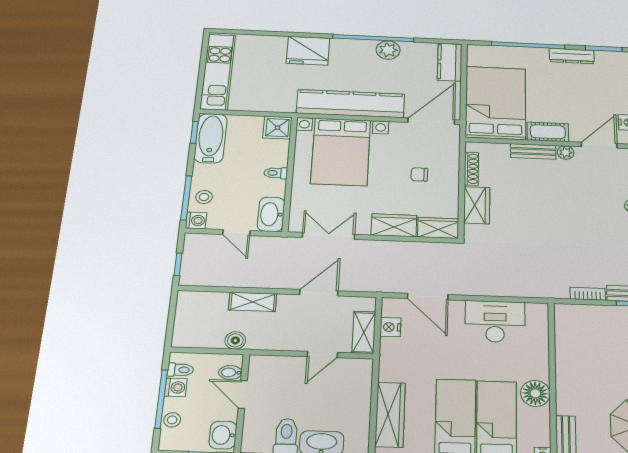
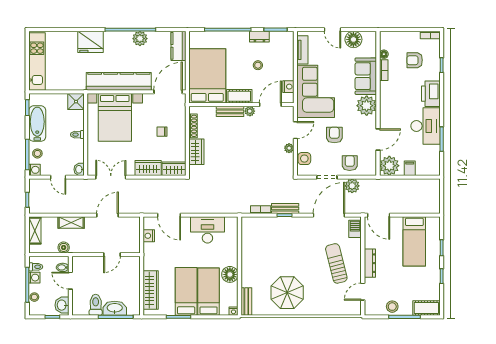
dresser: (572, 56) -> (259, 37), width x0.70
stool: (577, 92) -> (258, 65), added
bathtub: (211, 138) -> (37, 124), moved
washbasin: (271, 214) -> (79, 169), width x0.52, depth x0.69
shelving: (364, 332) -> (35, 231), moved

